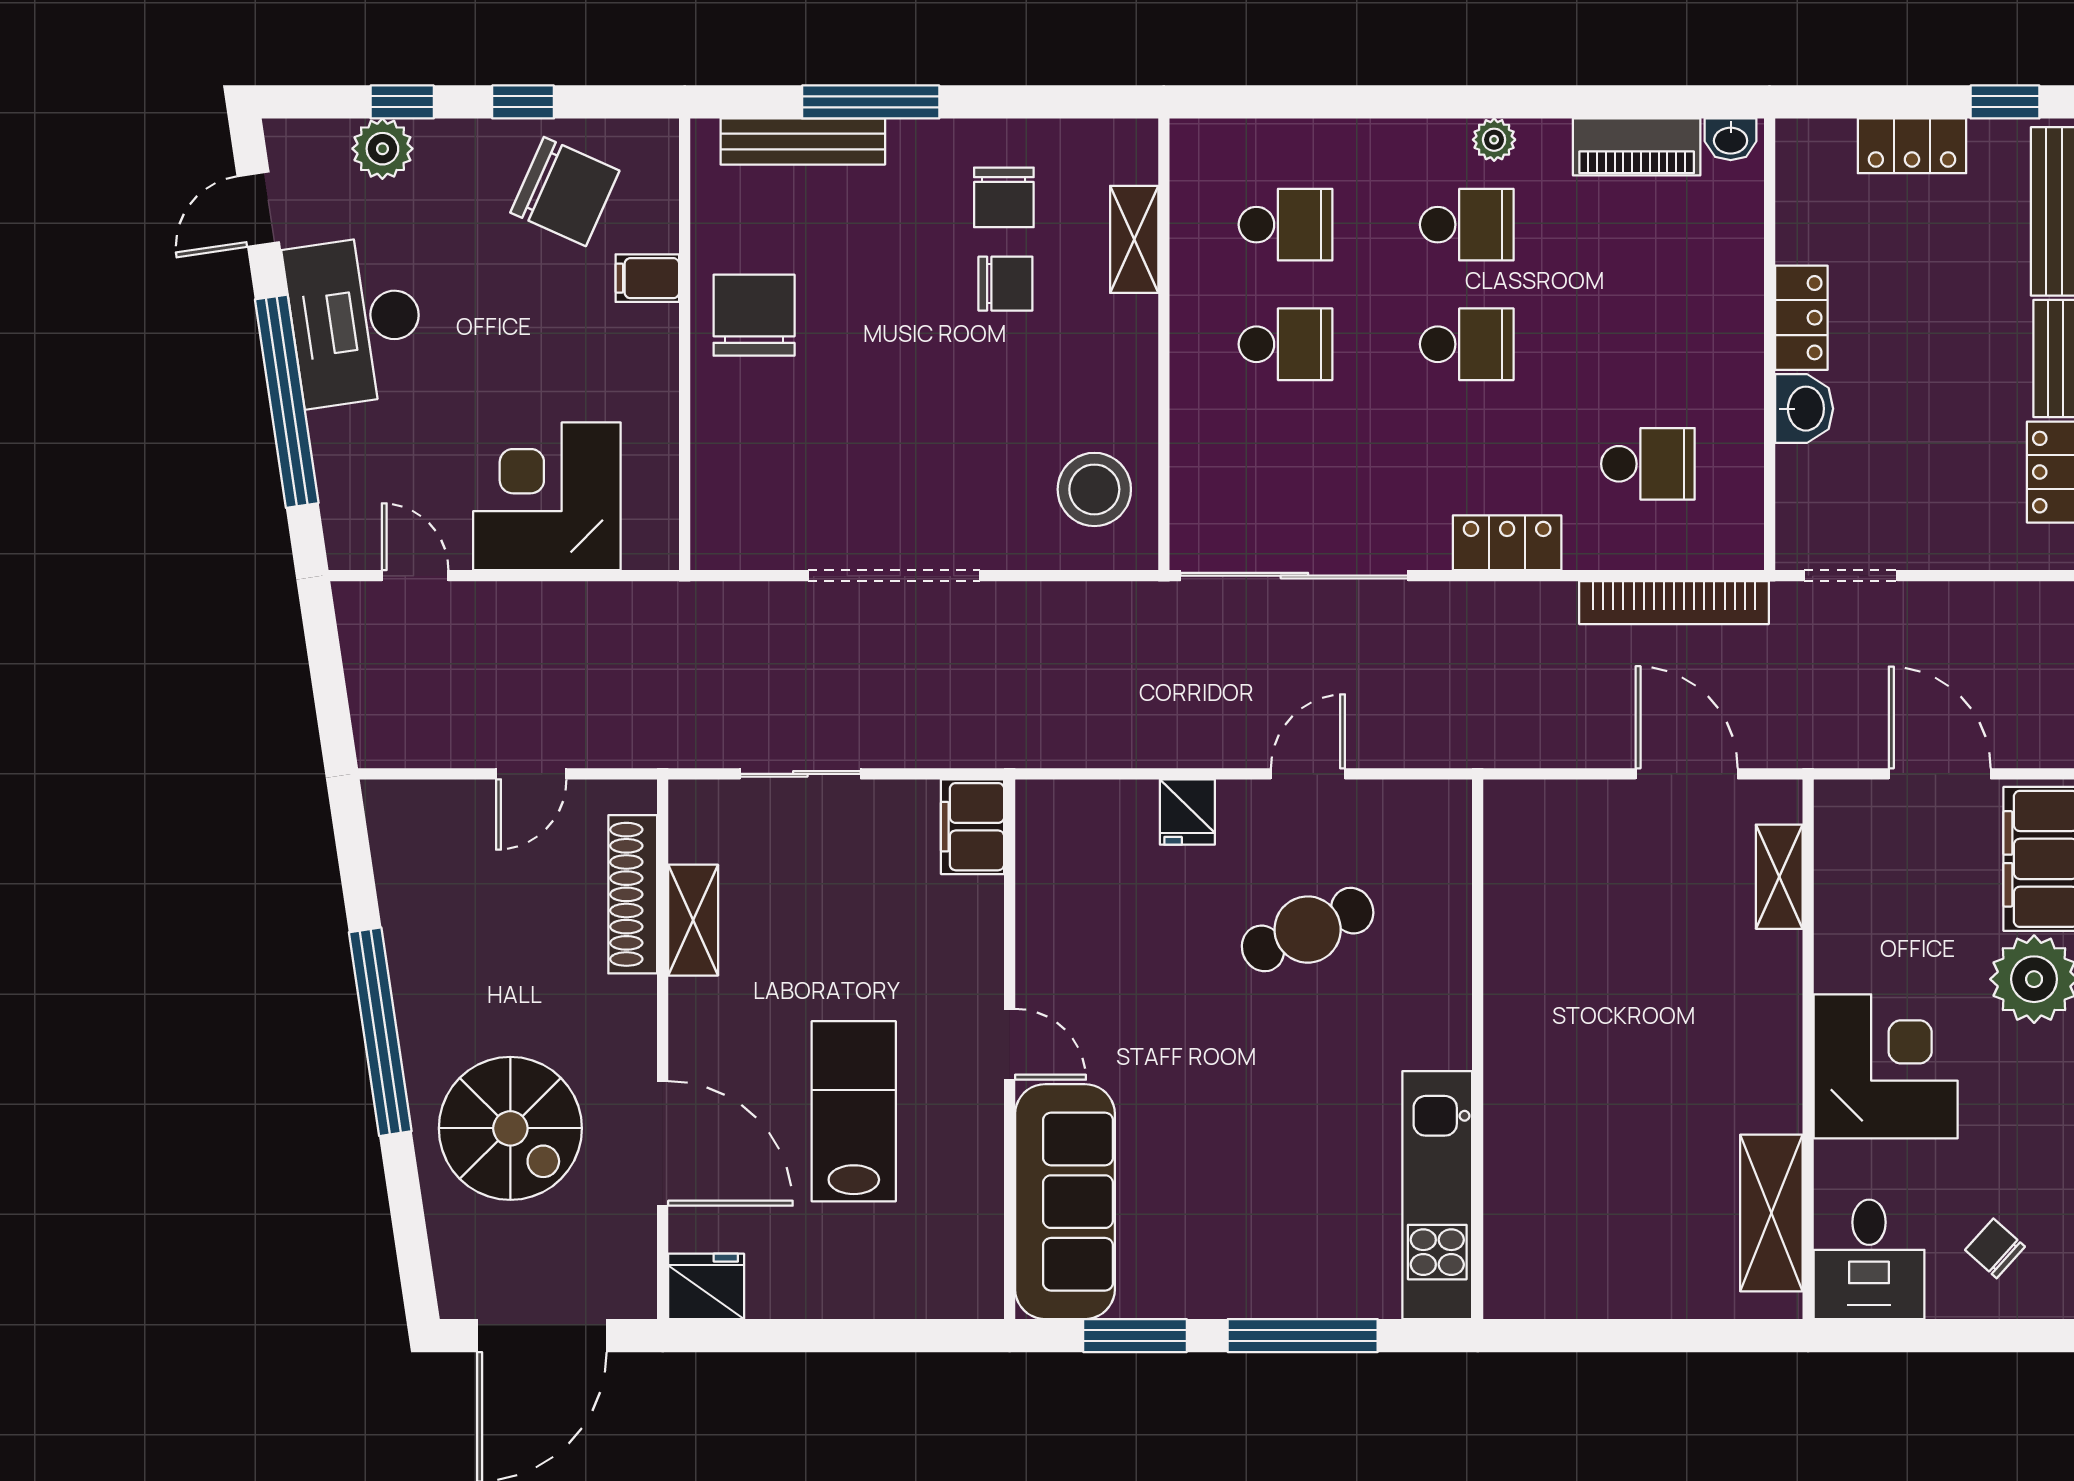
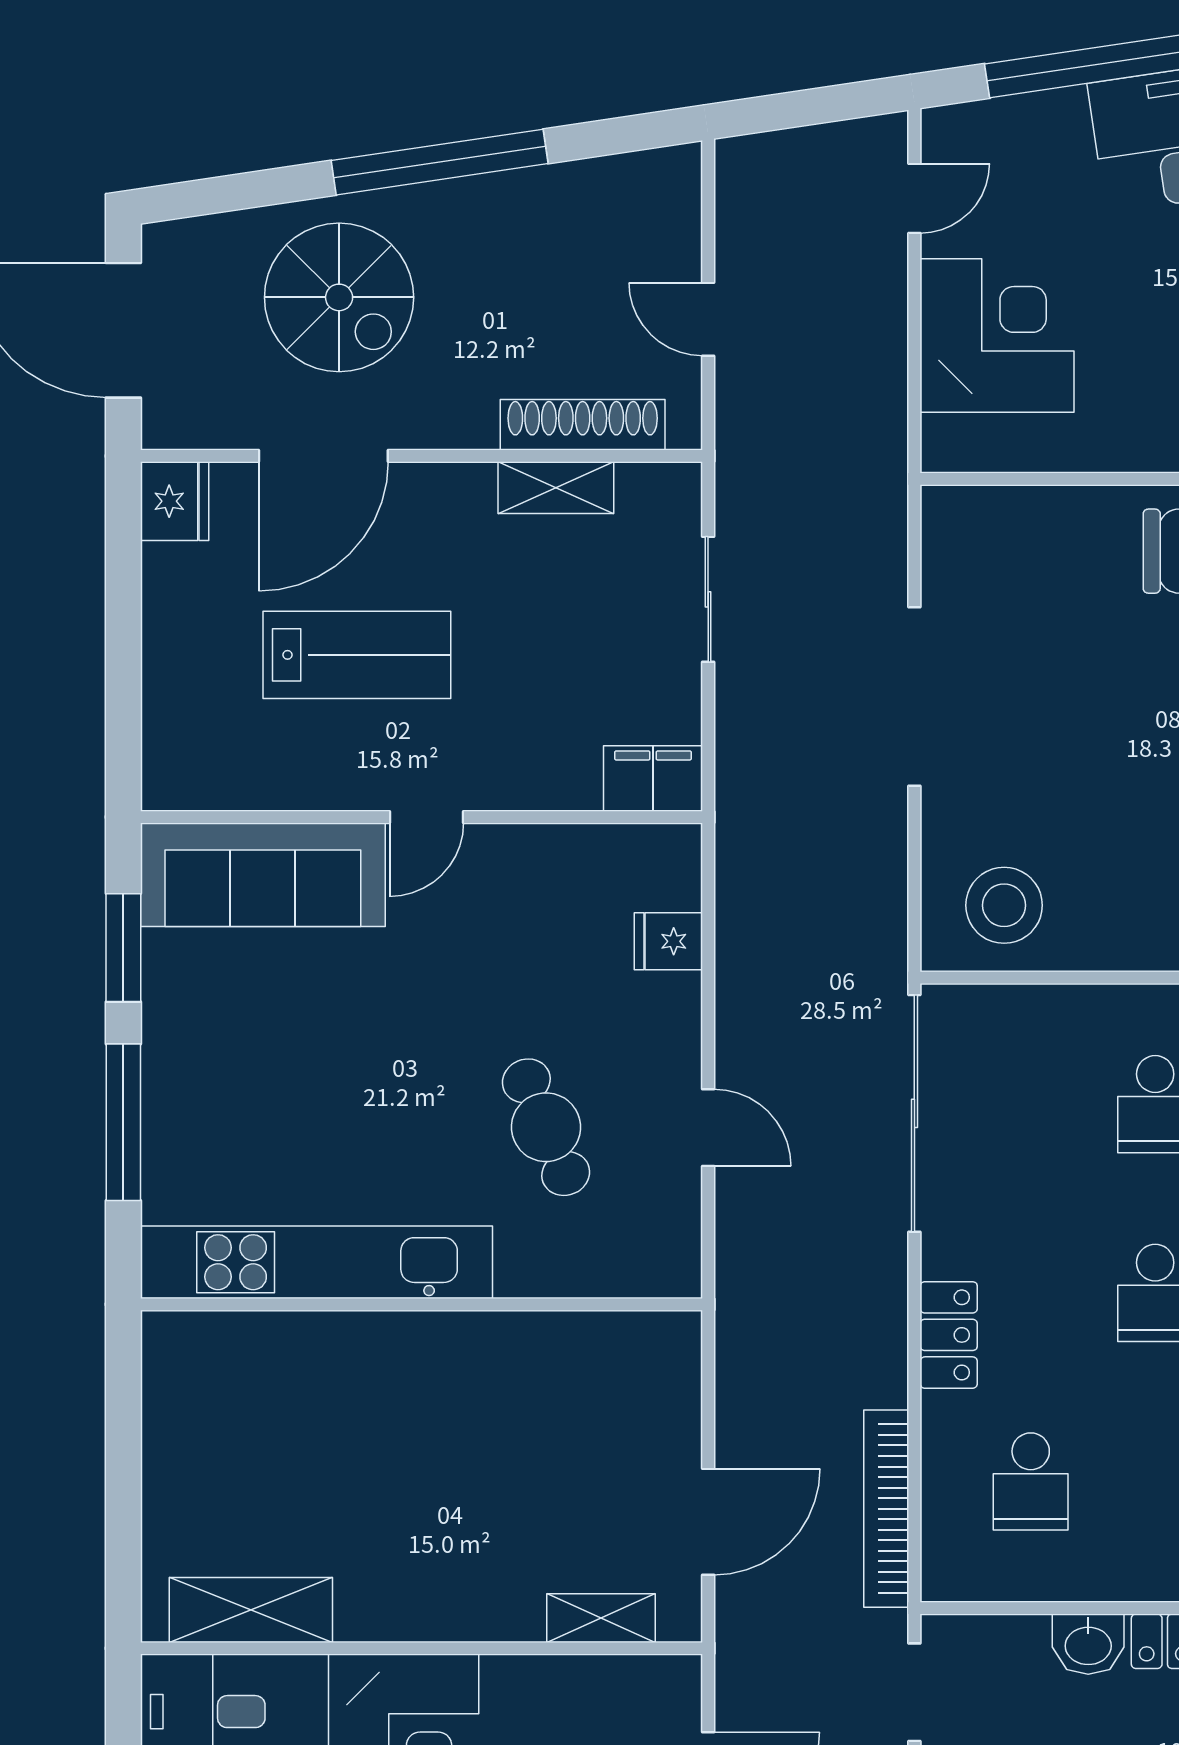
fridge: (1187, 812) -> (668, 941), moved
spiral stairs: (510, 1128) -> (339, 297), turned -90
kitchen unit: (1437, 1195) -> (316, 1262), width x1.36

